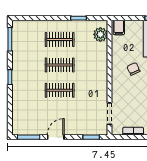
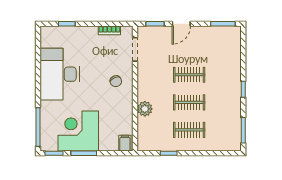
plant: (100, 34) -> (145, 109), moved
chair: (133, 69) -> (116, 81), moved
door: (56, 137) -> (181, 24), moved

